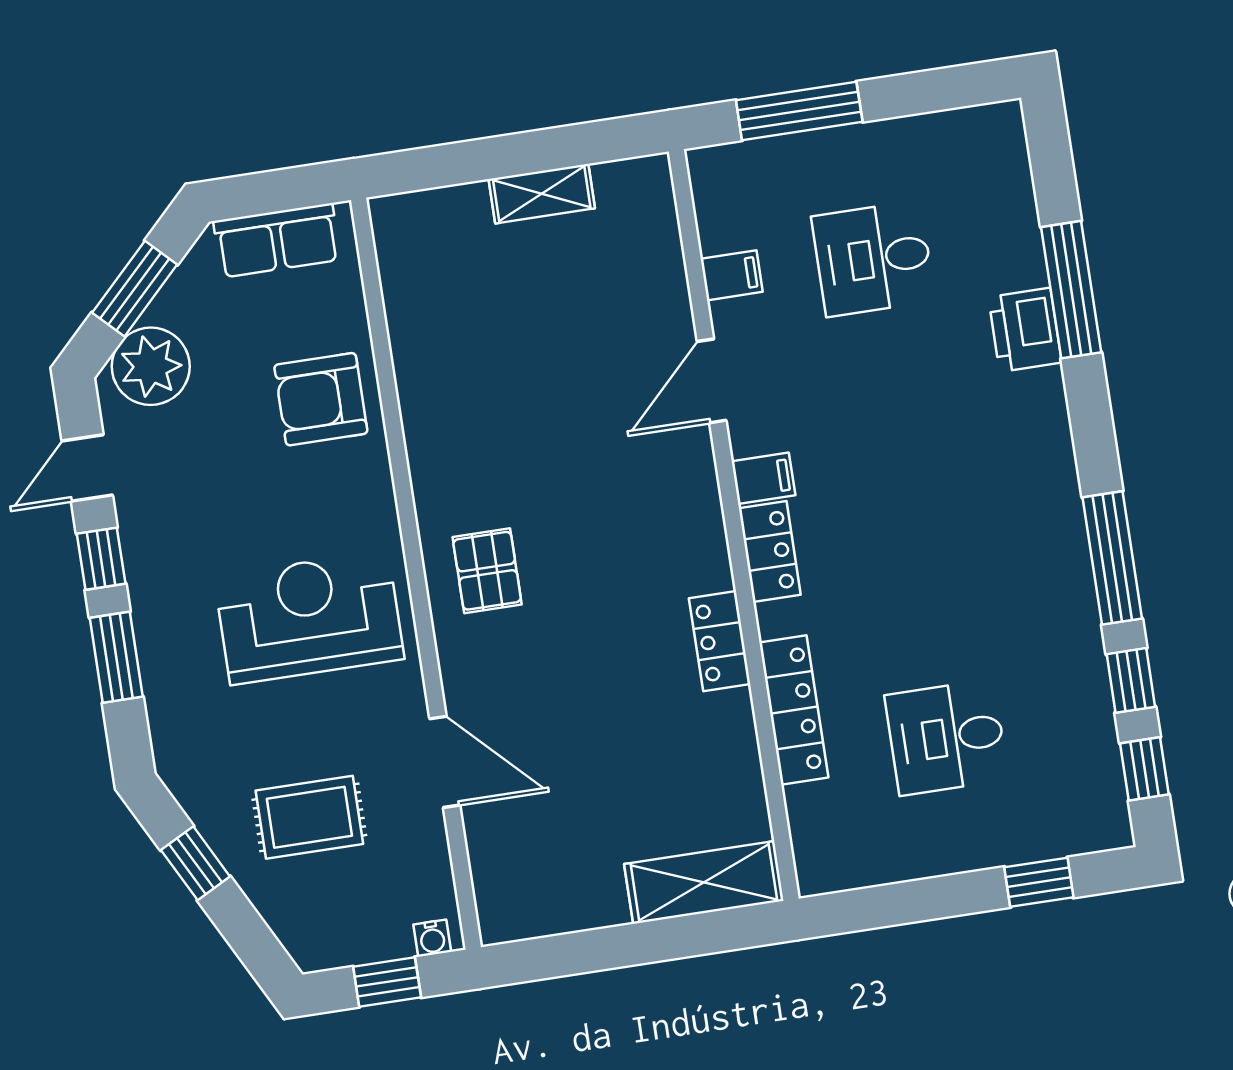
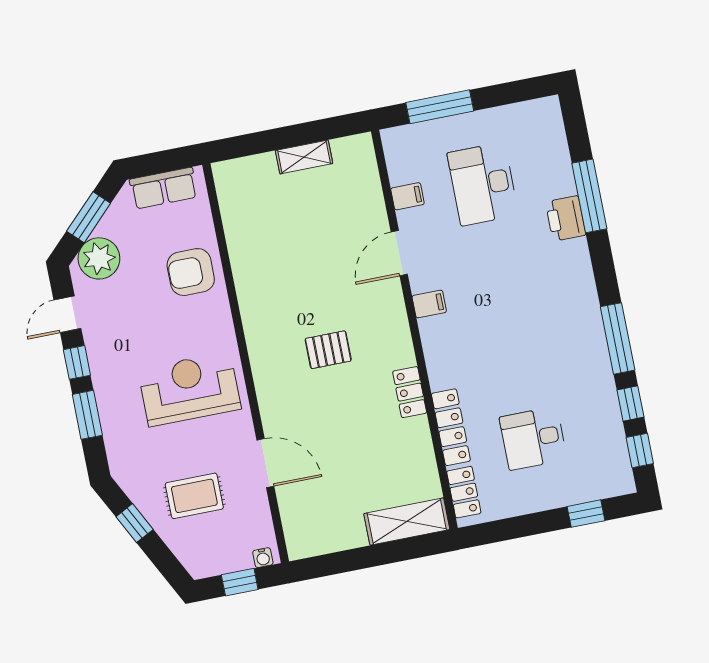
desk: (873, 259) -> (483, 184), width x1.37
locker: (770, 551) -> (464, 492), moved
pallet: (487, 571) -> (328, 350), moved, turned 90

